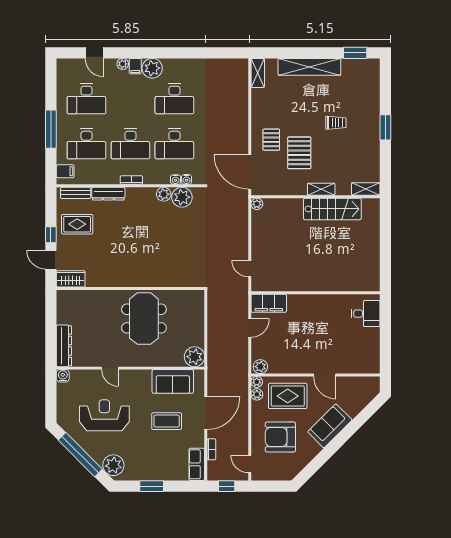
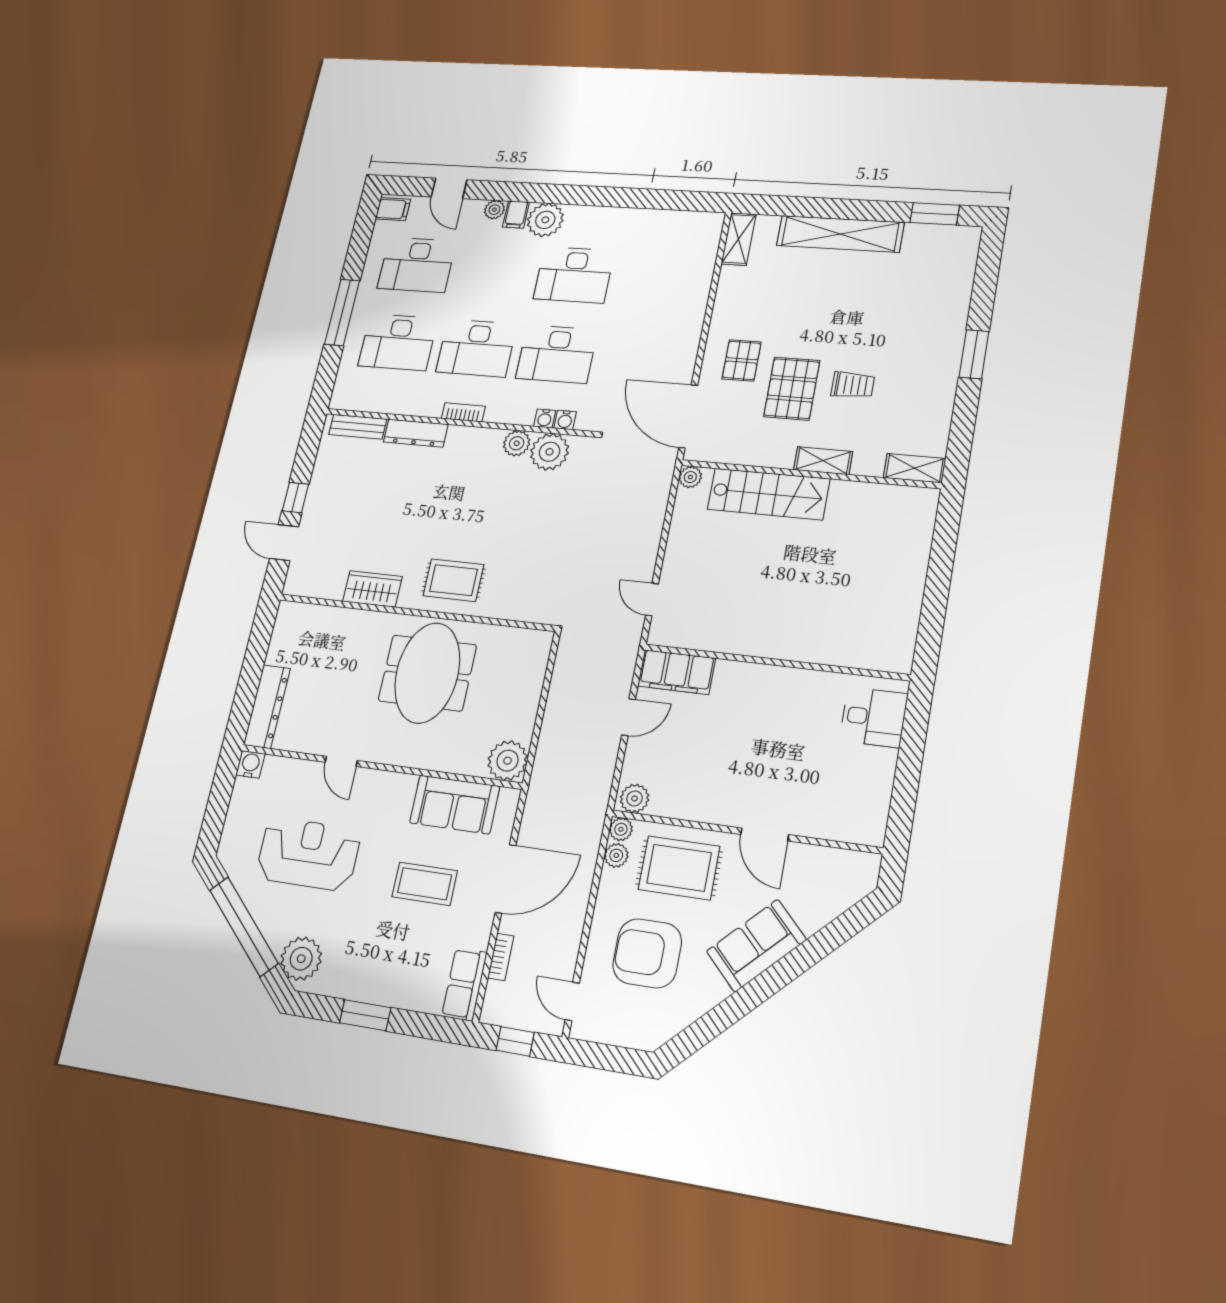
trolley: (336, 123) -> (853, 385), moved
filing cabinet: (65, 171) -> (393, 209), moved
stairs: (332, 209) -> (768, 494), moved
rug: (77, 224) -> (453, 580), moved
wardrobe: (71, 279) -> (372, 589), moved

